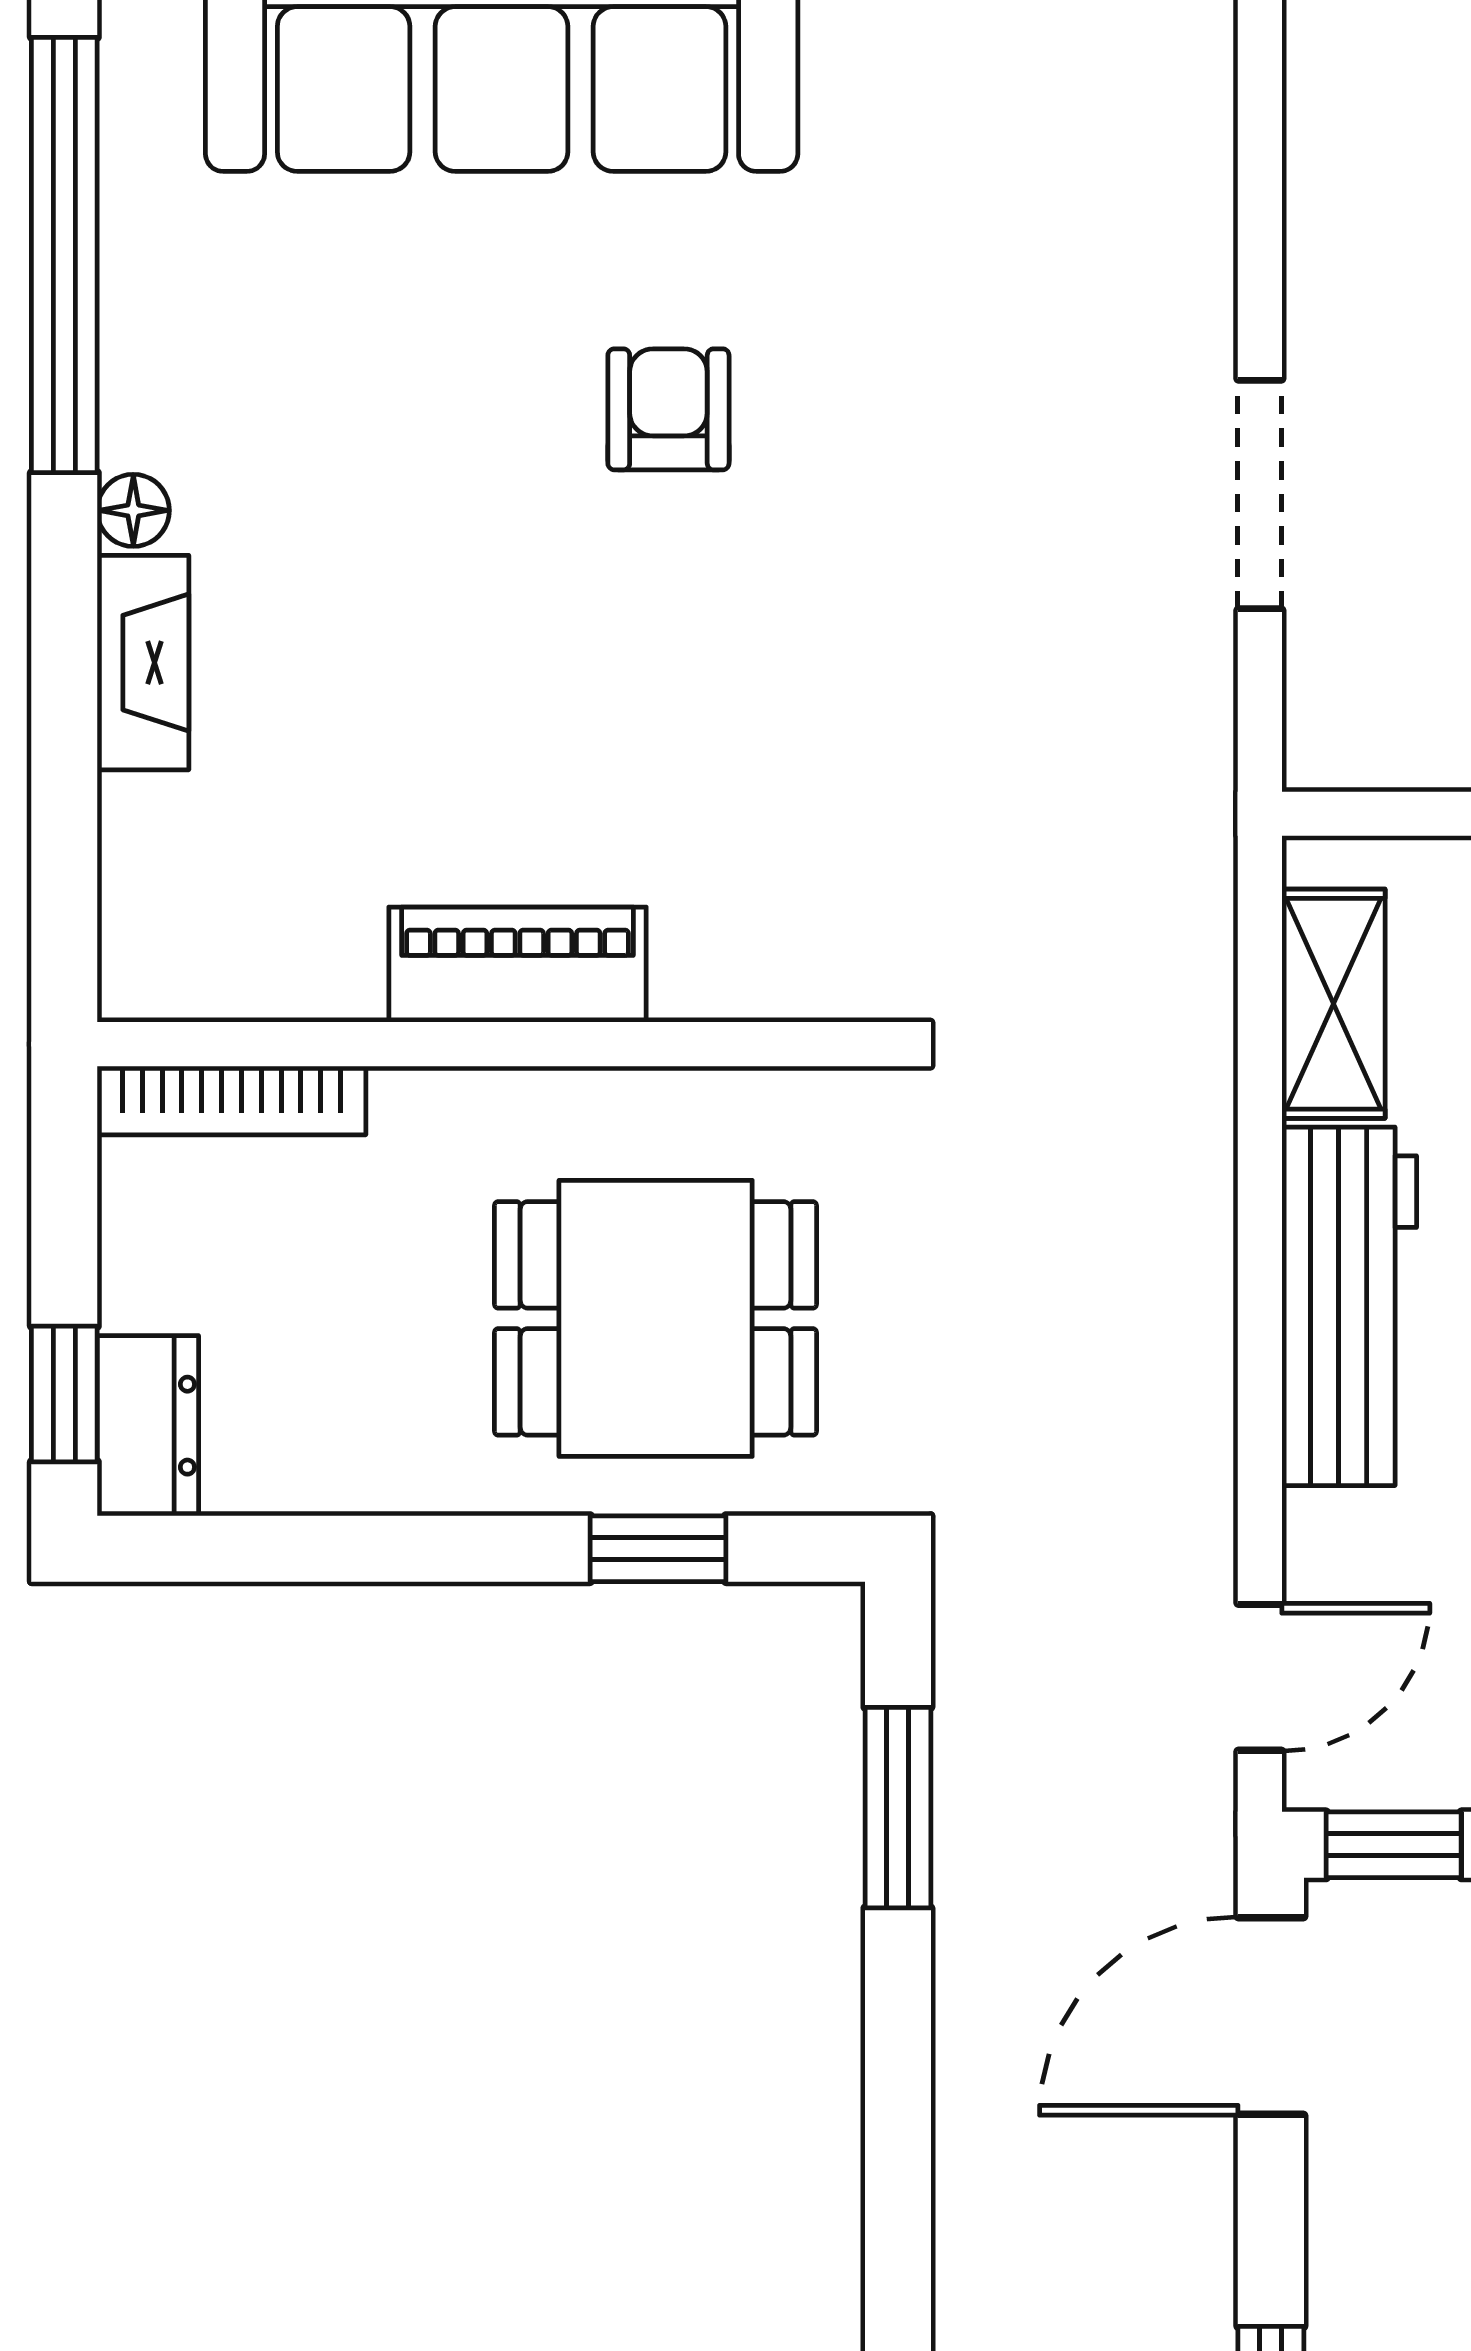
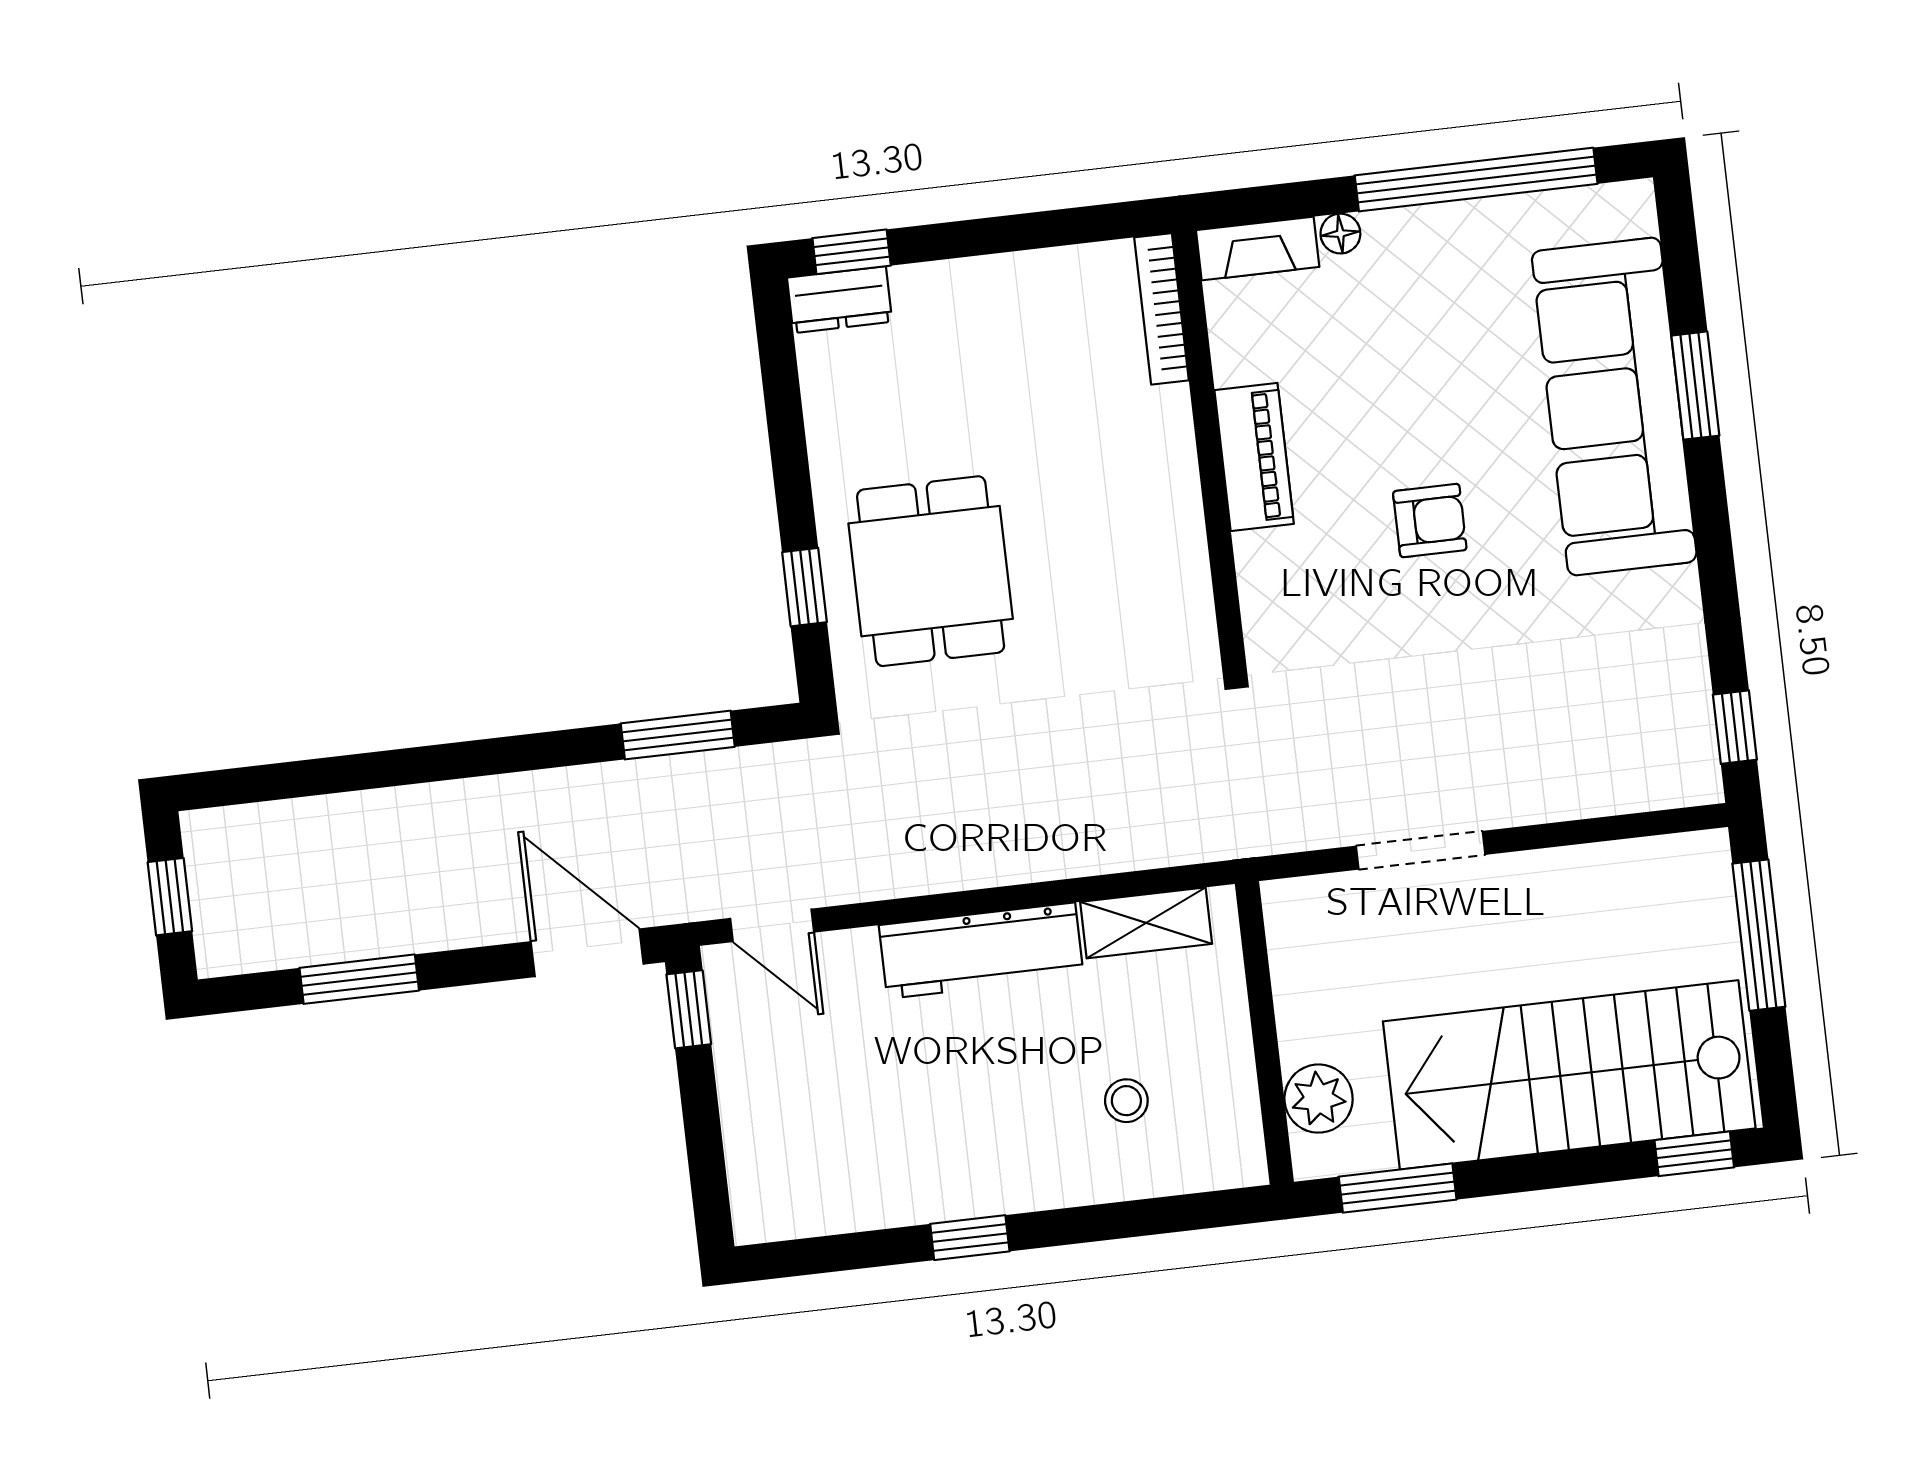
piano: (517, 965) -> (1254, 457), moved
wall: (492, 1044) -> (1209, 448), moved
bookcase: (231, 1100) -> (1162, 309), moved

